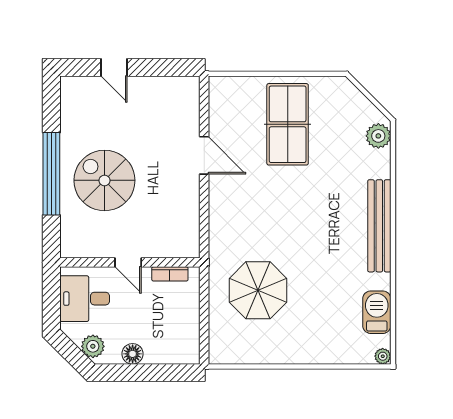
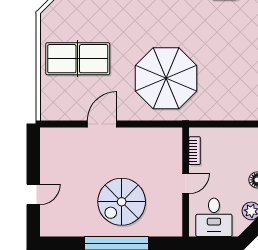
parasol: (258, 290) -> (166, 78), moved, width x1.36, depth x1.36

